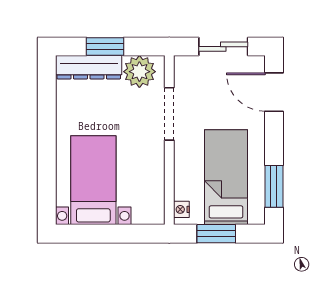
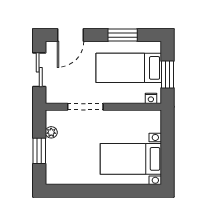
dresser: (89, 67) -> (53, 162), removed
plant: (139, 72) -> (51, 132), width x0.53, depth x0.53
window: (274, 186) -> (123, 35), moved

